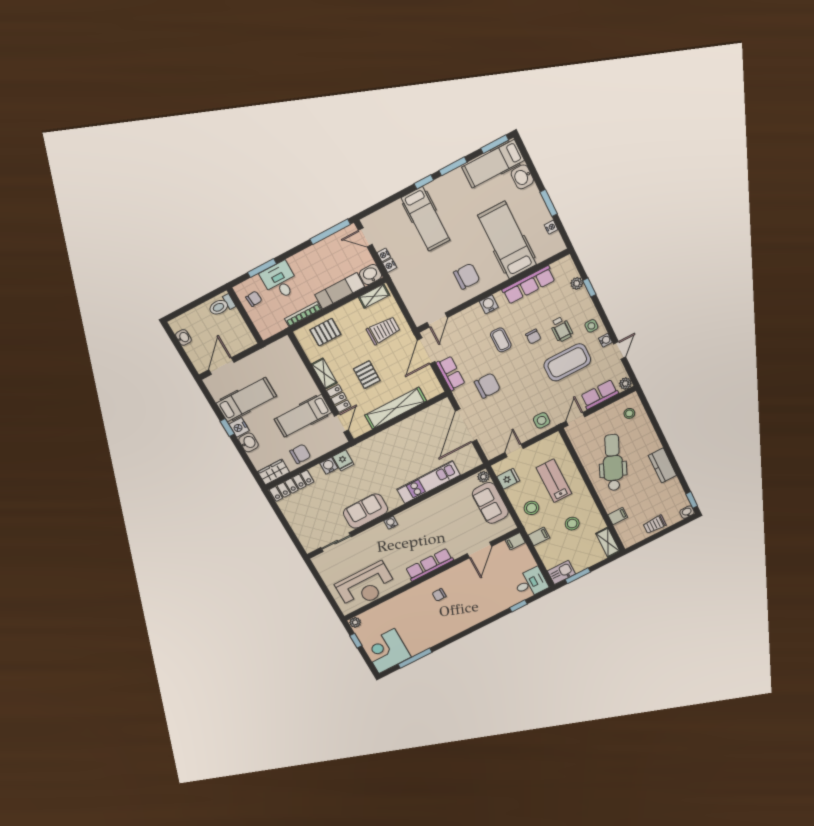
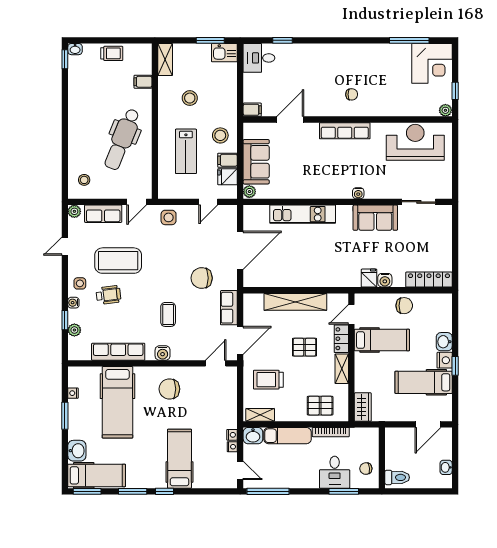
wheelchair: (561, 329) -> (108, 295), turned 83
chair: (533, 337) -> (137, 302), removed
water cooler: (605, 340) -> (73, 303), moved
pallet: (367, 375) -> (304, 347), turned 90
chair: (300, 454) -> (404, 306), turned 180
kitchen counter: (662, 465) -> (77, 110), removed
wardrobe: (274, 472) -> (363, 407), moved, turned -90
filing cabinet: (539, 536) -> (228, 160), moved

